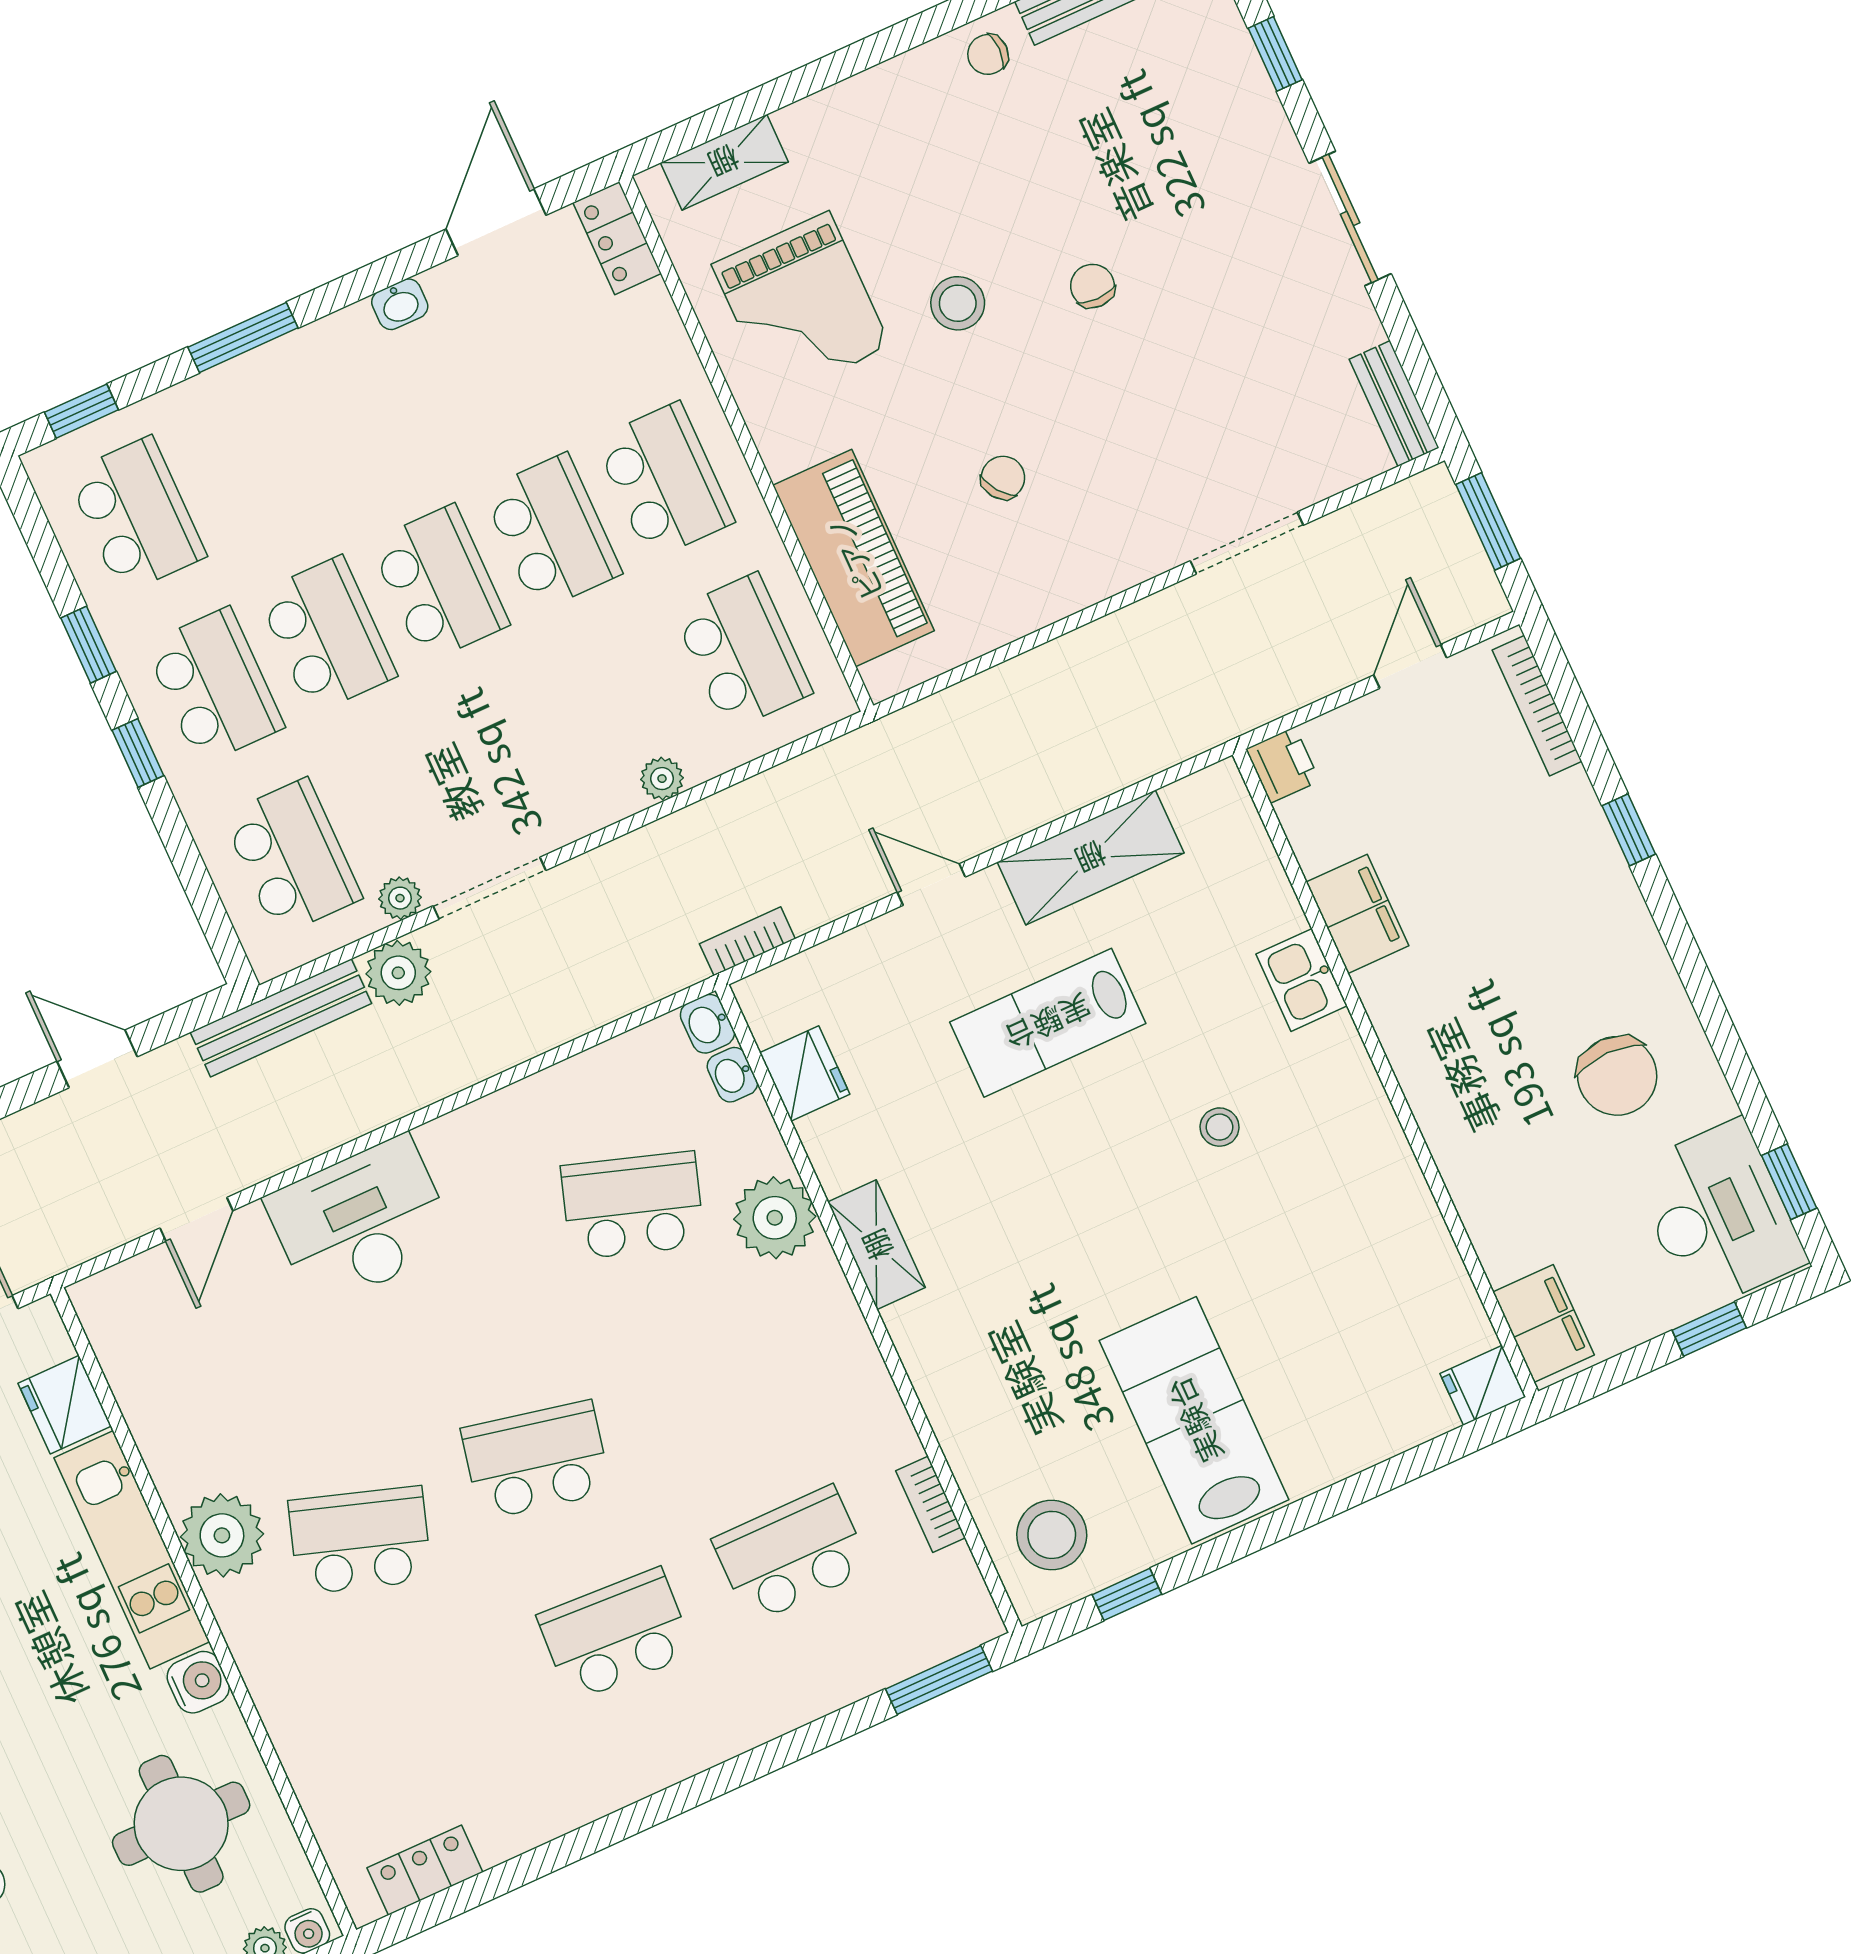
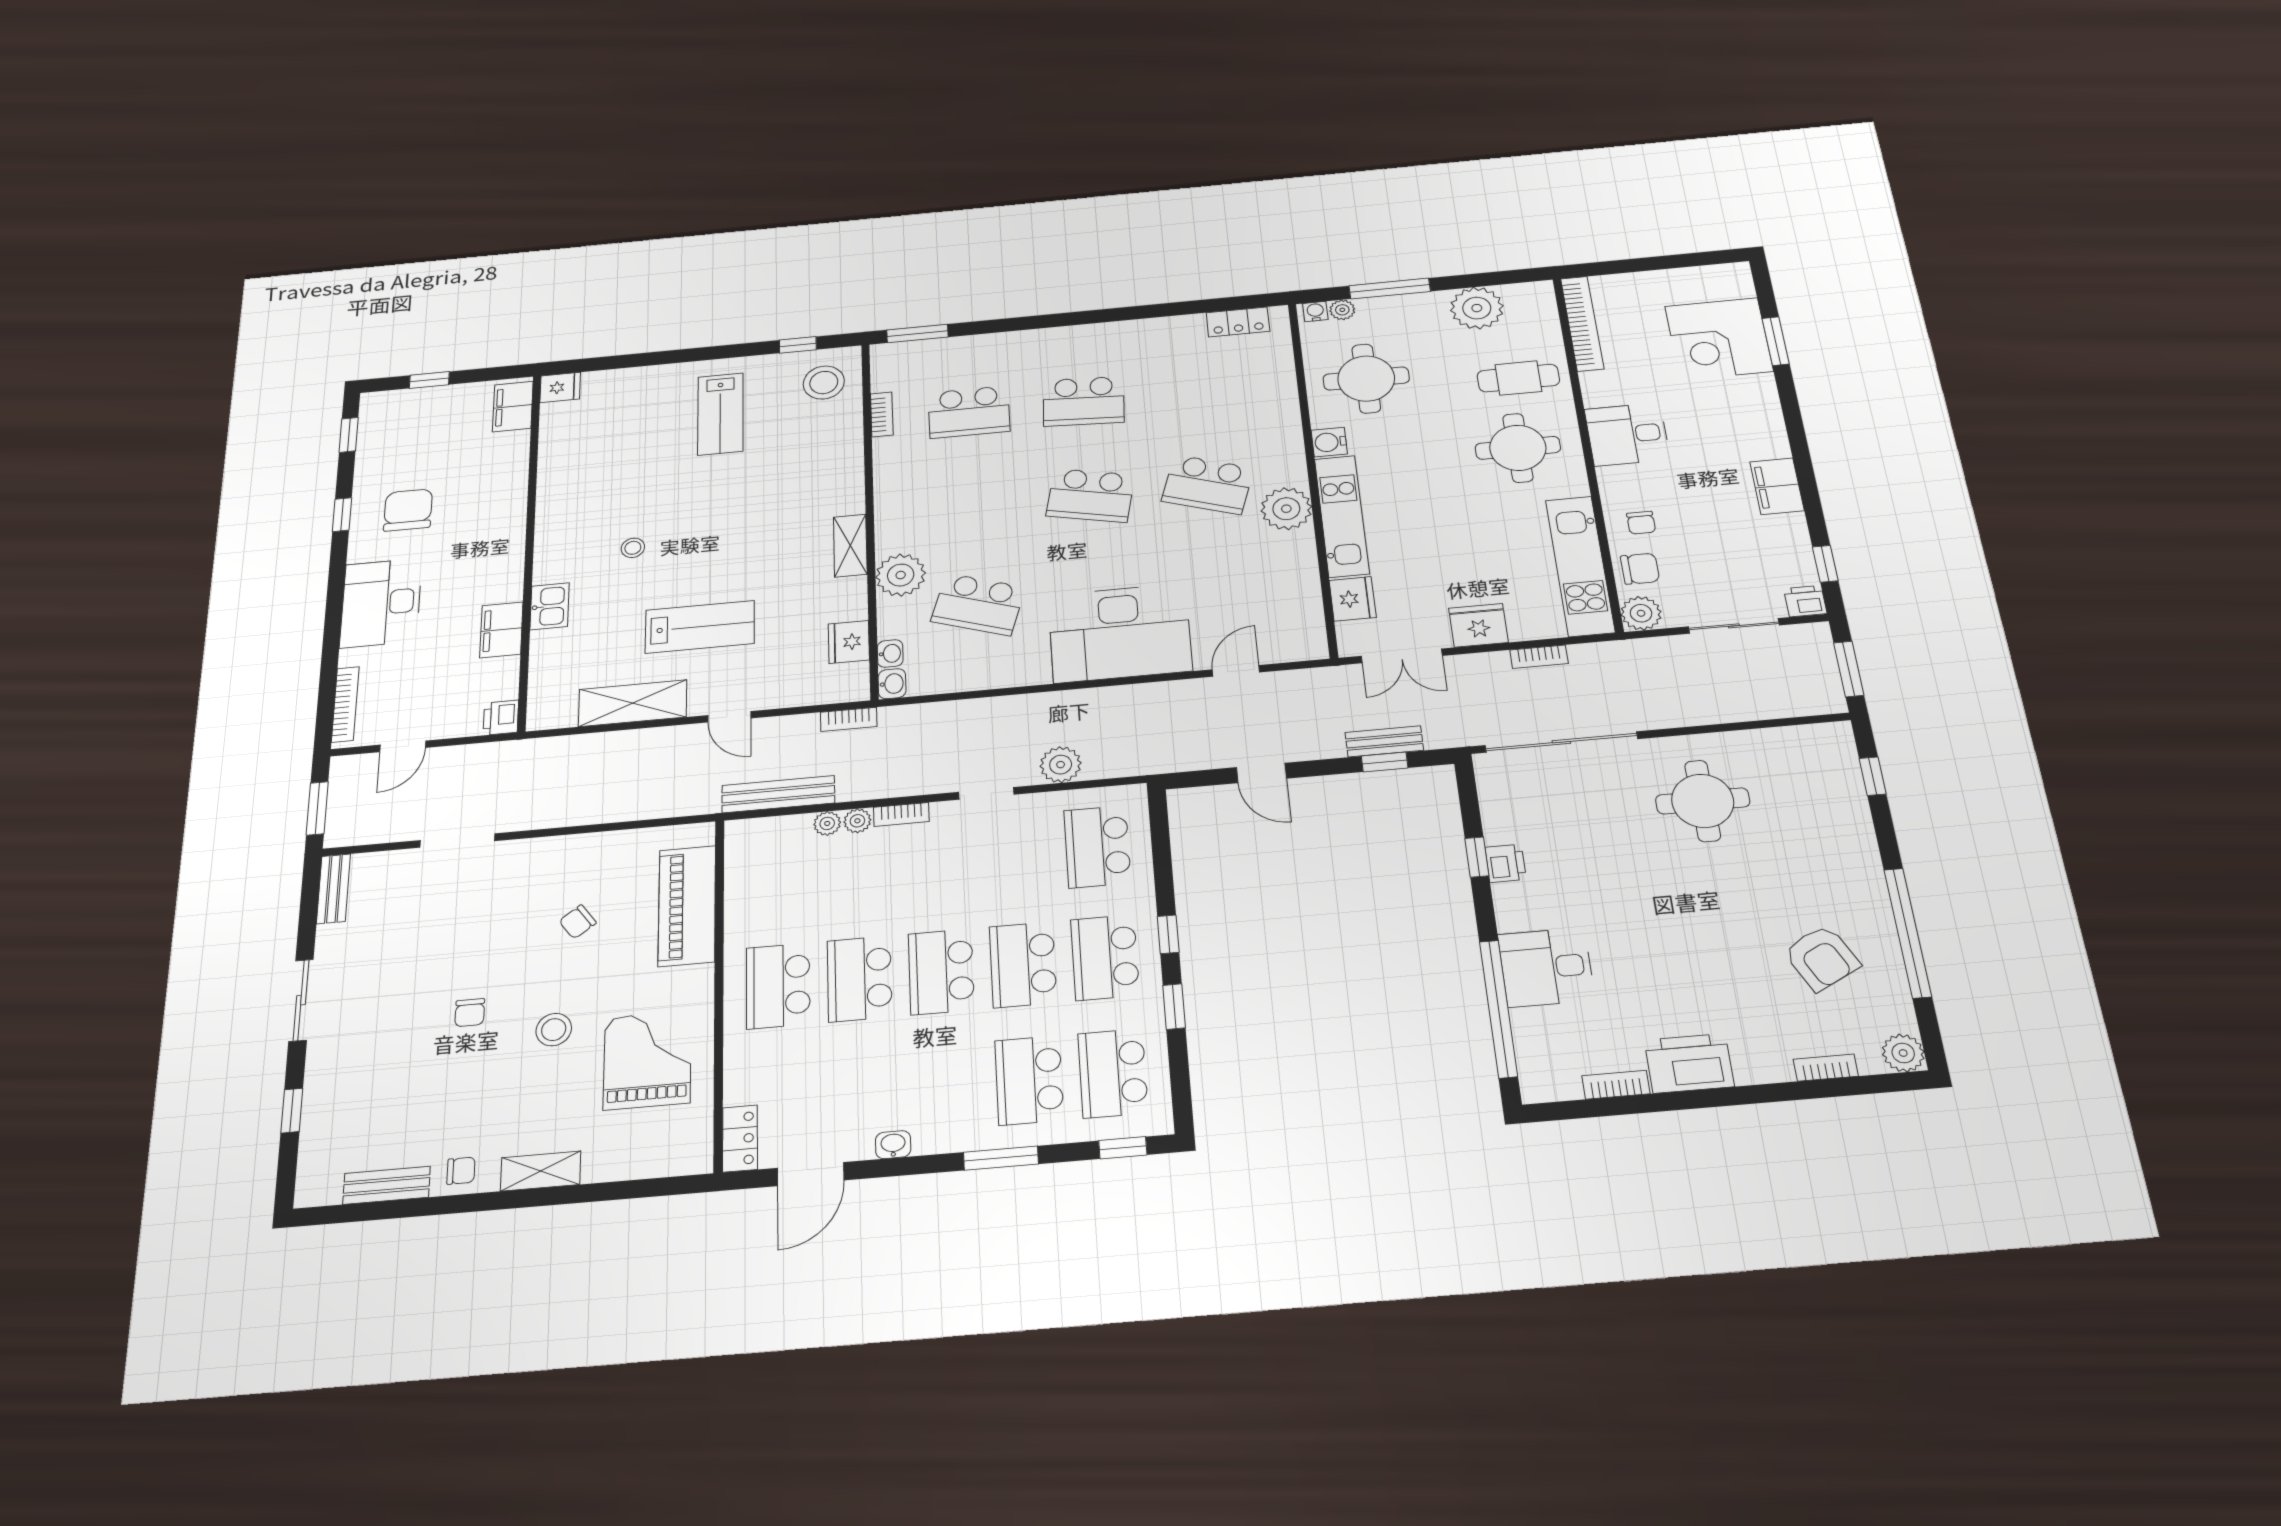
shelving: (724, 162) -> (541, 1171), moved
school desk: (742, 652) -> (1029, 1080), moved
bookcase: (601, 811) -> (901, 814), added
window: (1629, 830) -> (342, 515), moved
doorway: (489, 888) -> (986, 793), width x0.73
plant: (400, 898) -> (827, 823), moved
bench: (281, 1018) -> (778, 794), moved
desk: (1718, 1215) -> (381, 603), moved
desk: (361, 1222) -> (1120, 633), width x1.36, depth x1.30
lab bench: (1194, 1420) -> (720, 414), width x0.73, depth x0.72

